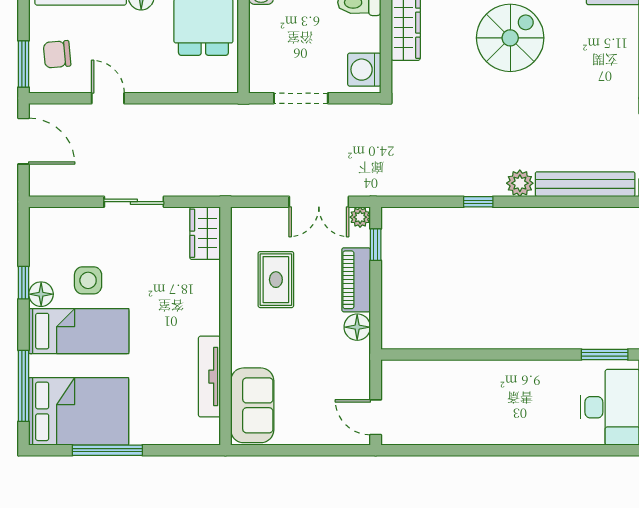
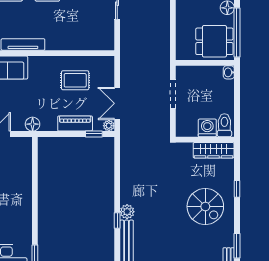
washing machine: (364, 70) -> (207, 128), moved
window: (478, 202) -> (117, 220), moved
wardrobe: (205, 233) -> (100, 42), removed
floor lamp: (357, 327) -> (33, 124), moved

